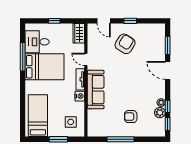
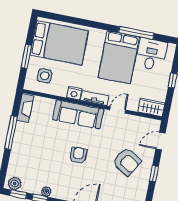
plant: (160, 113) -> (15, 183), moved
bed: (38, 116) -> (59, 43), width x1.50
armchair: (131, 117) -> (78, 155), moved
fireplace: (99, 132) -> (25, 108), added

